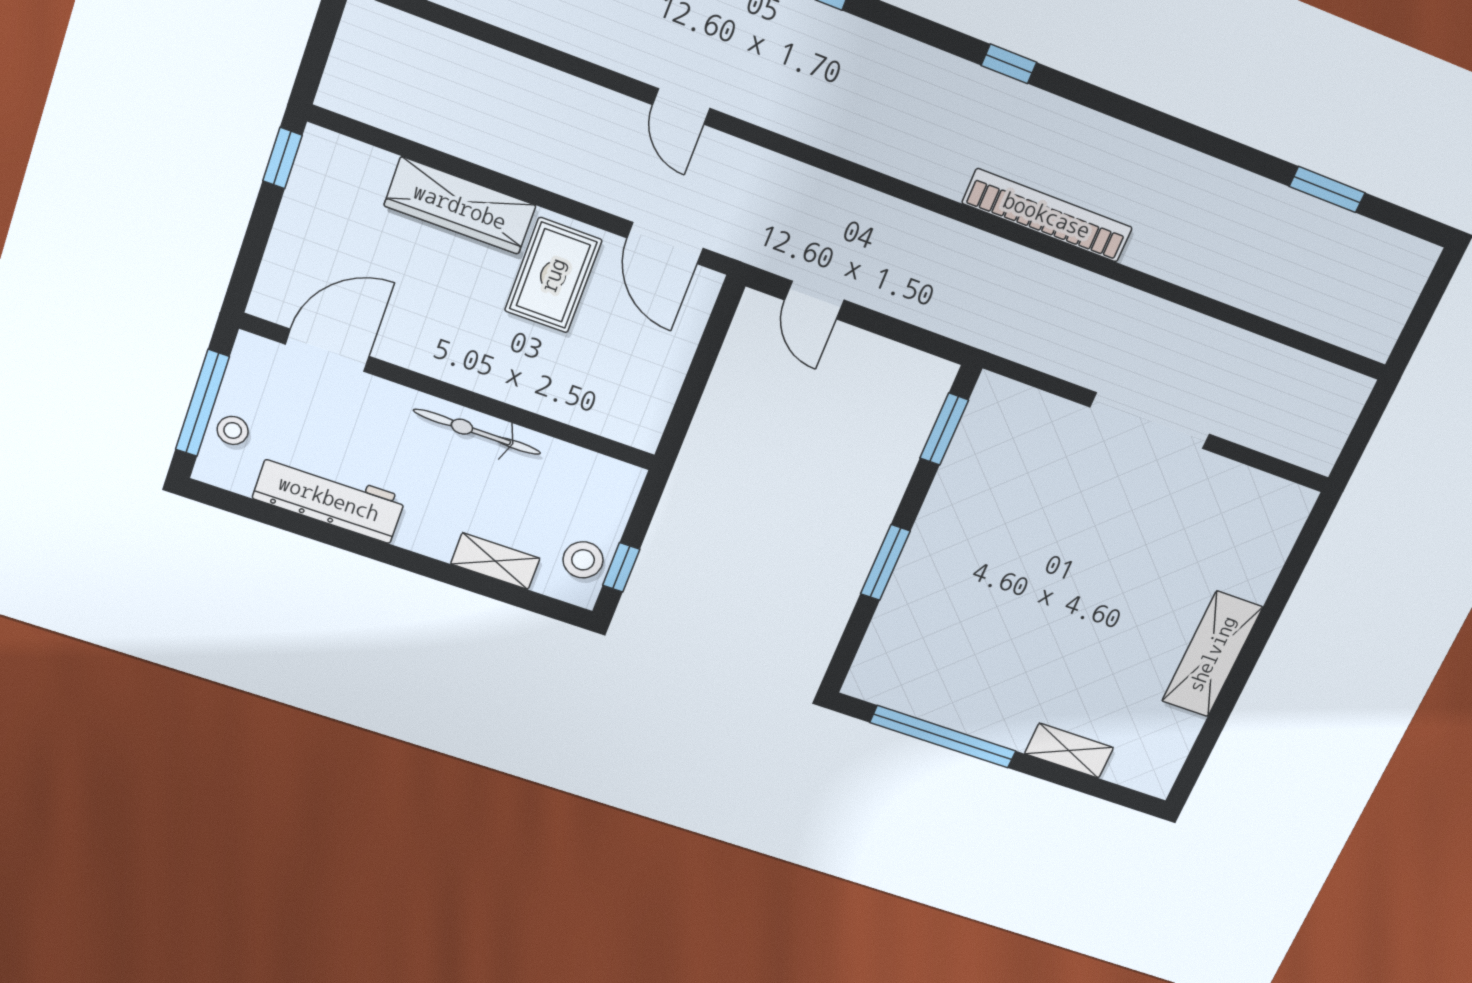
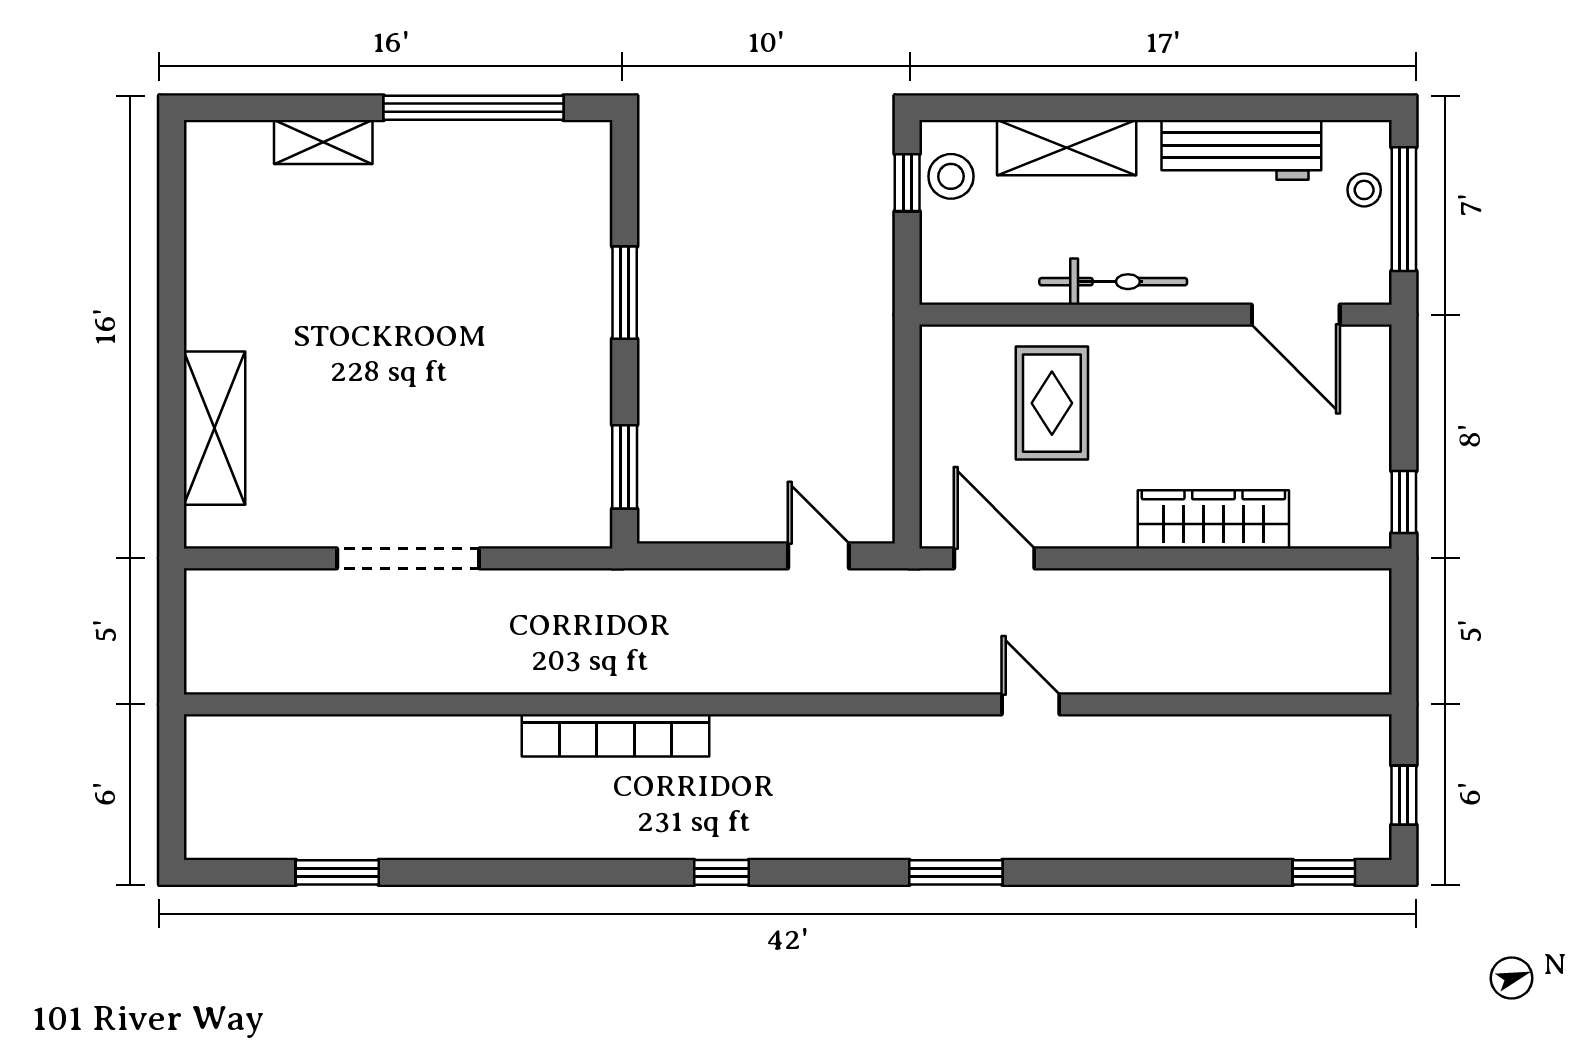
rug: (553, 275) -> (1052, 403), moved
door: (327, 350) -> (1296, 315), hinge flipped
shelving: (495, 561) -> (1067, 148), width x1.50, depth x1.33
shelving: (1212, 654) -> (215, 428), moved

